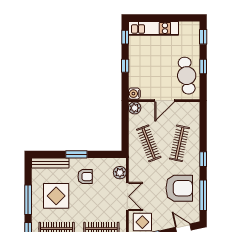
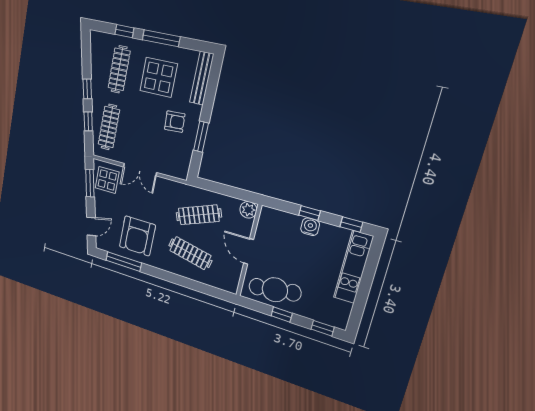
water cooler: (134, 94) -> (310, 227), moved
window: (76, 154) -> (201, 137), moved
window: (203, 159) -> (165, 276), removed
plant: (120, 173) -> (170, 168), removed
armchair: (85, 177) -> (175, 122), turned -93

